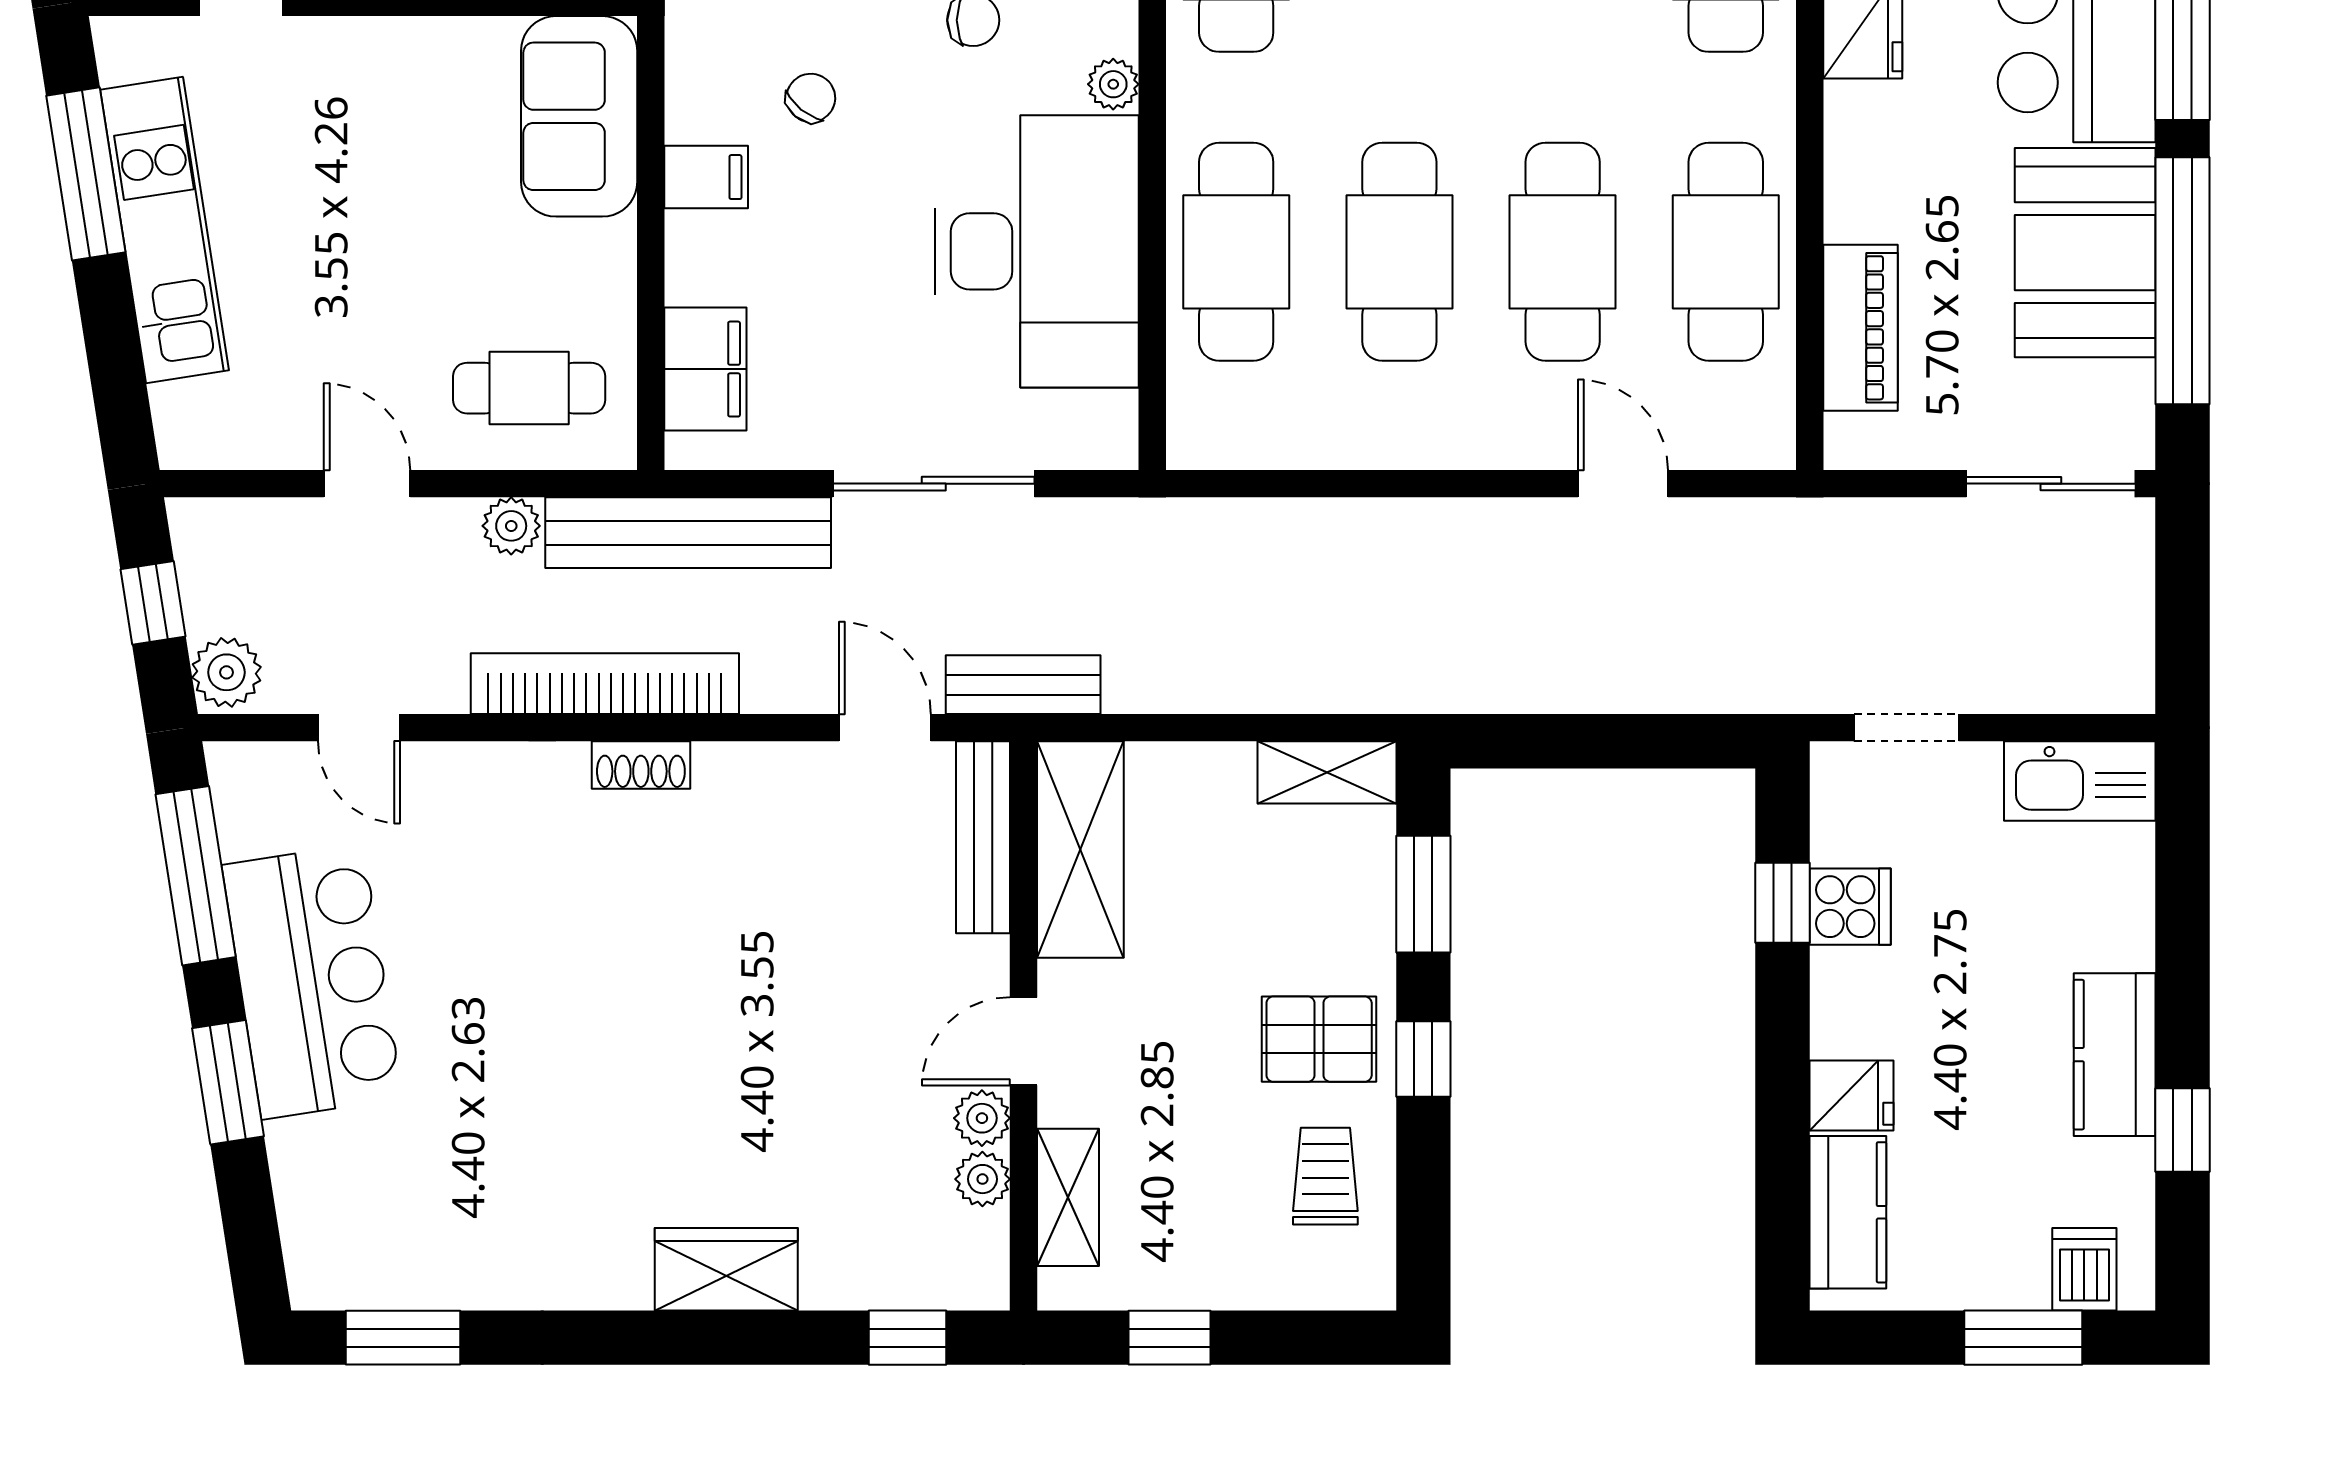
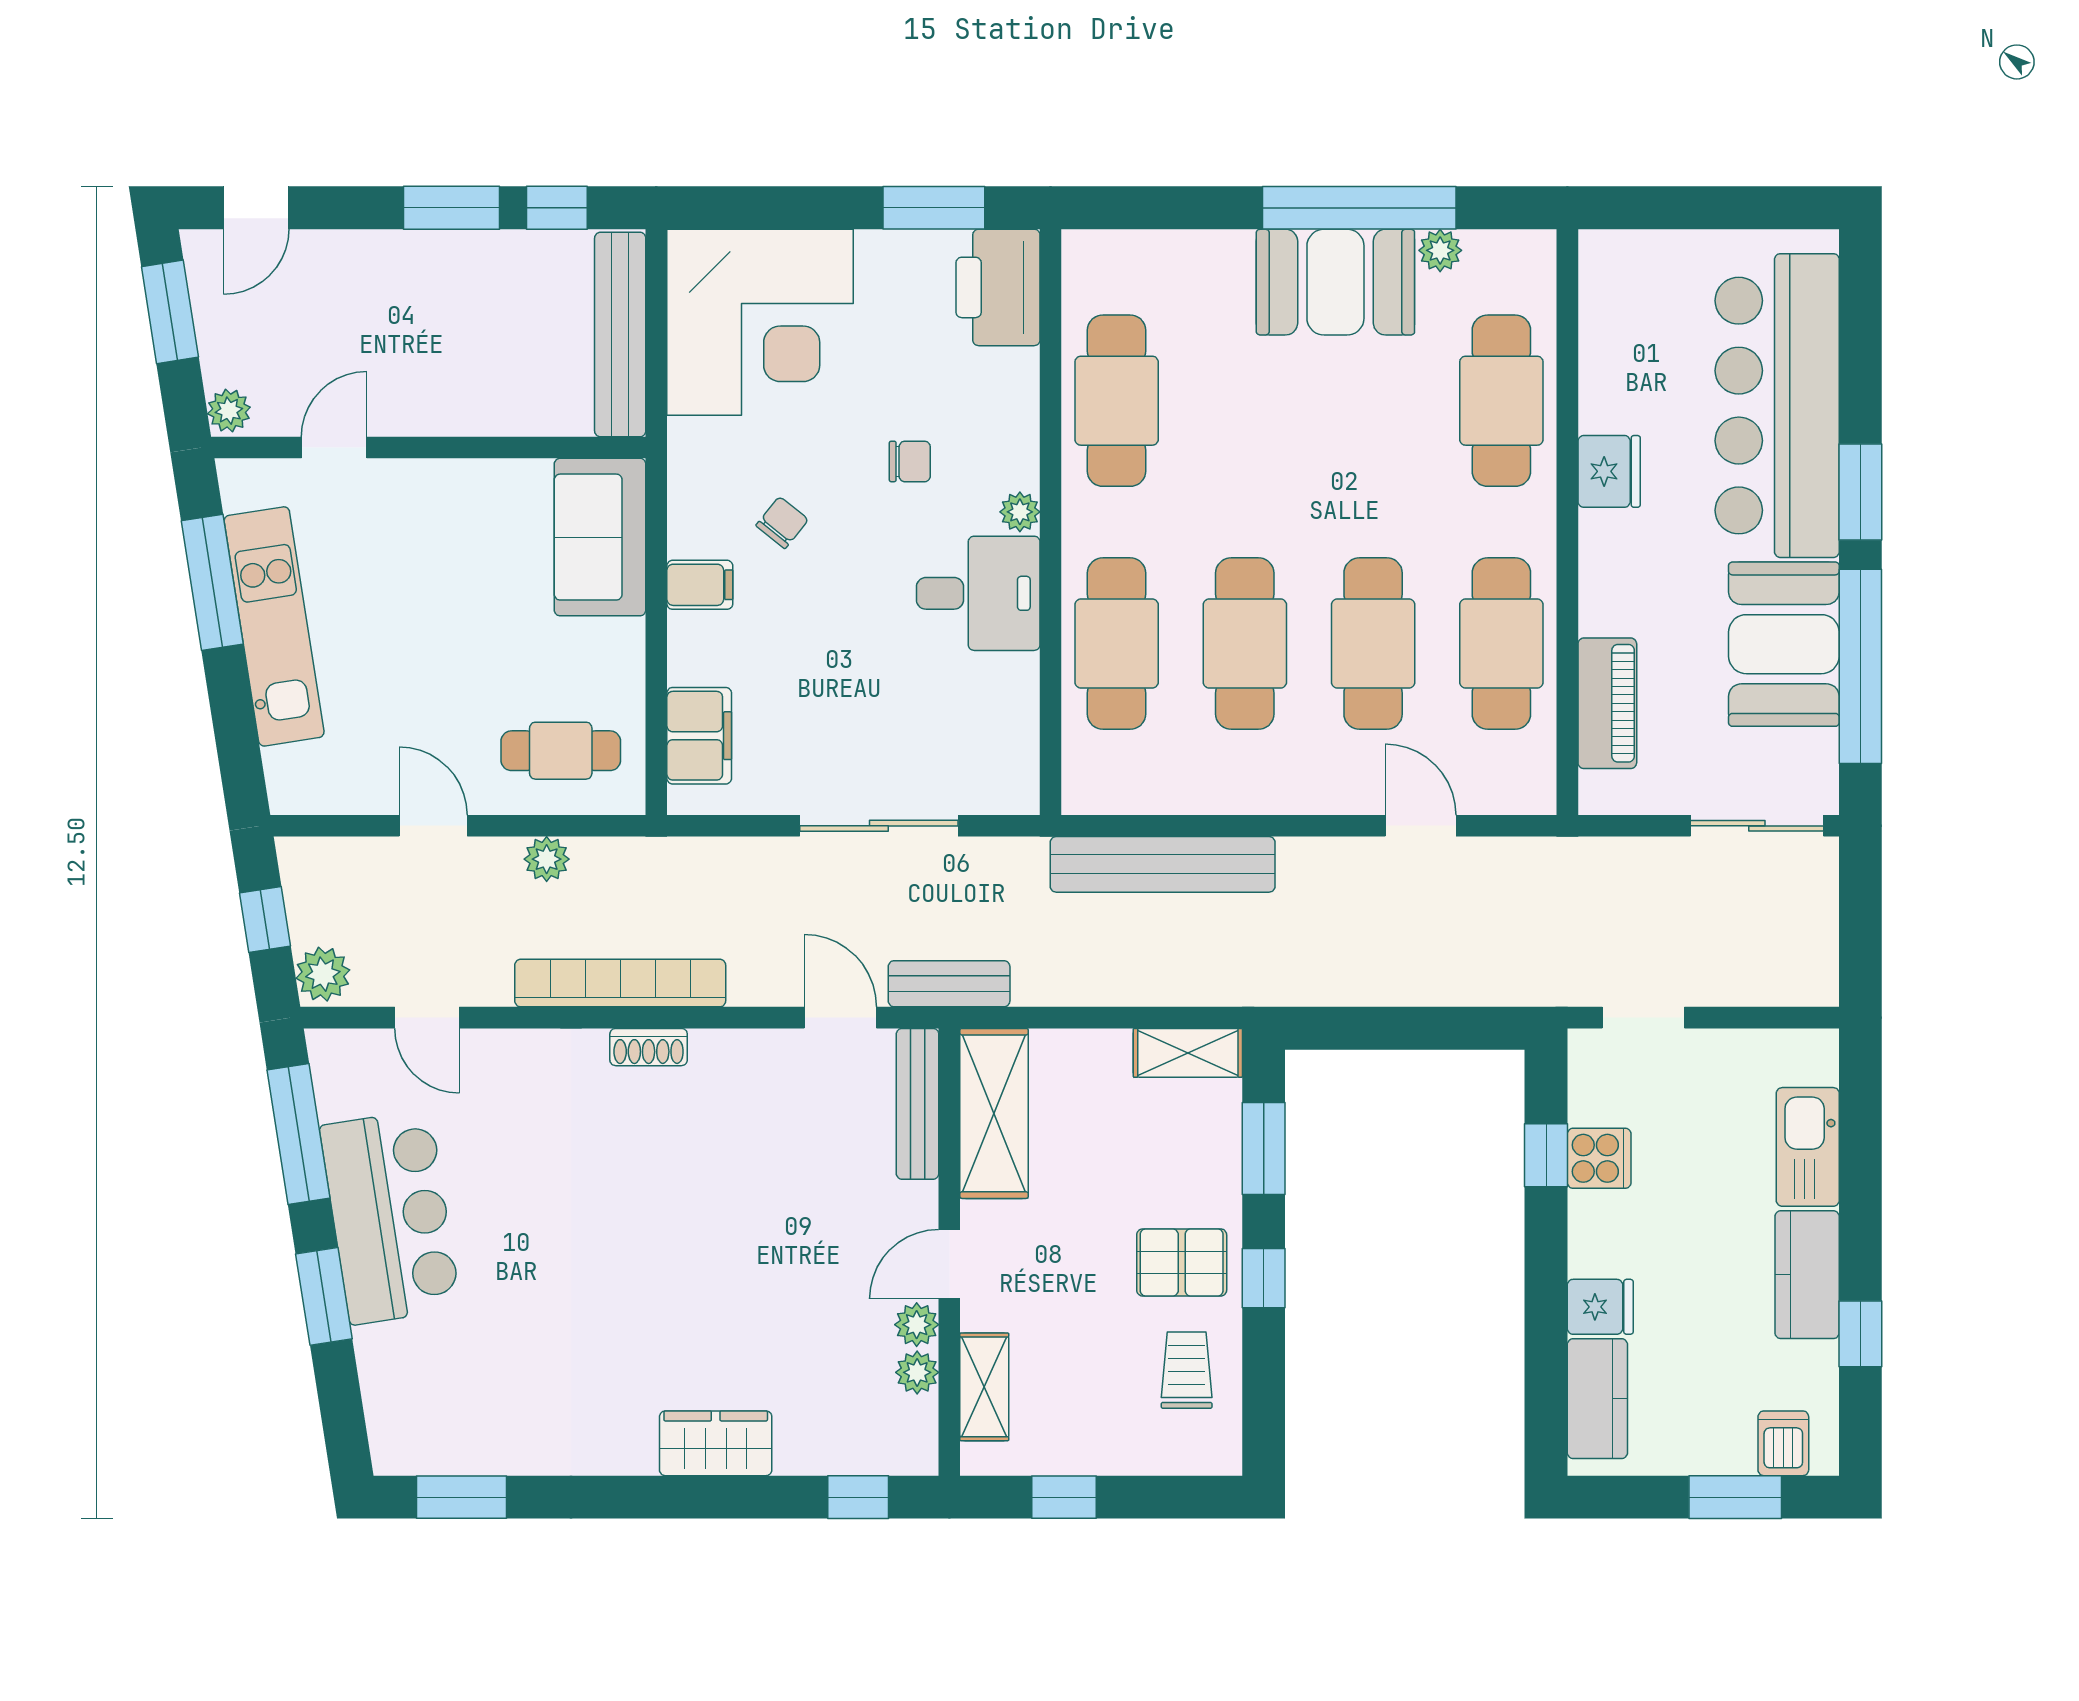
desk: (1037, 251) -> (978, 593), width x0.53, depth x0.77
bench: (688, 533) -> (1163, 864), moved
kitchen sink: (2080, 781) -> (1808, 1147), moved, turned 90

